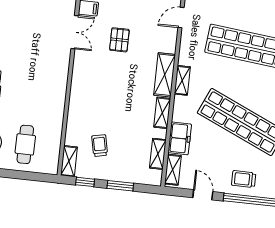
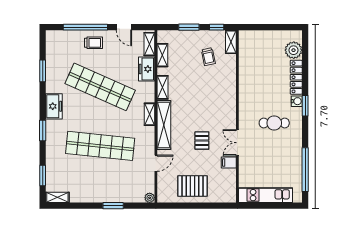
shelving: (165, 75) -> (164, 125), width x1.47
cafe table: (25, 144) -> (274, 123), moved, turned 90

